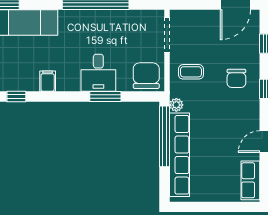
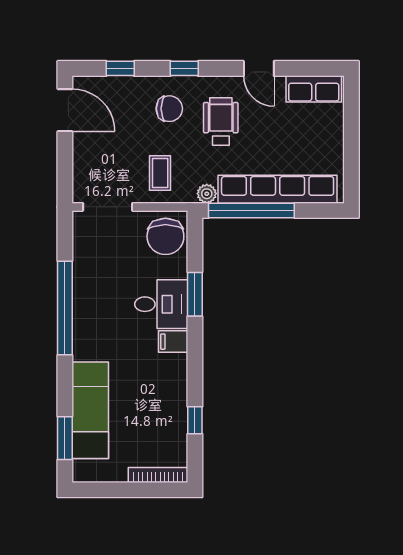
chair: (146, 76) -> (165, 236), turned -90
filing cabinet: (48, 81) -> (173, 342), moved
wheelchair: (227, 115) -> (221, 121), added

